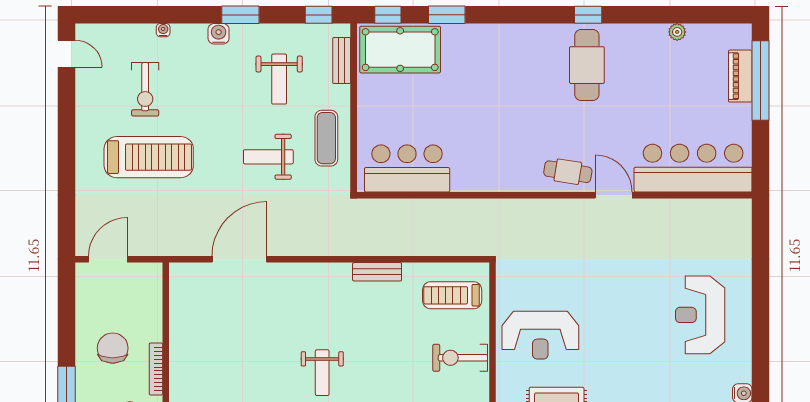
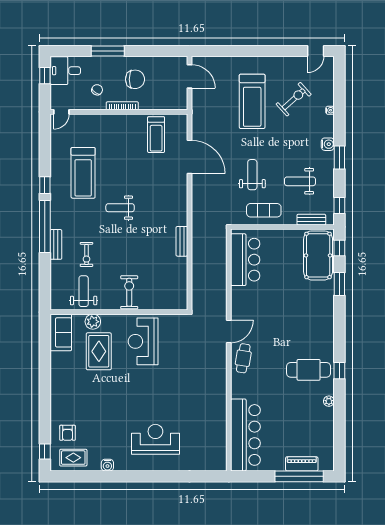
plant: (677, 32) -> (329, 401), moved
exercise bike: (145, 89) -> (294, 99), turned 138
door: (614, 195) -> (229, 331), moved
treadmill: (452, 295) -> (156, 135), moved, turned 180

